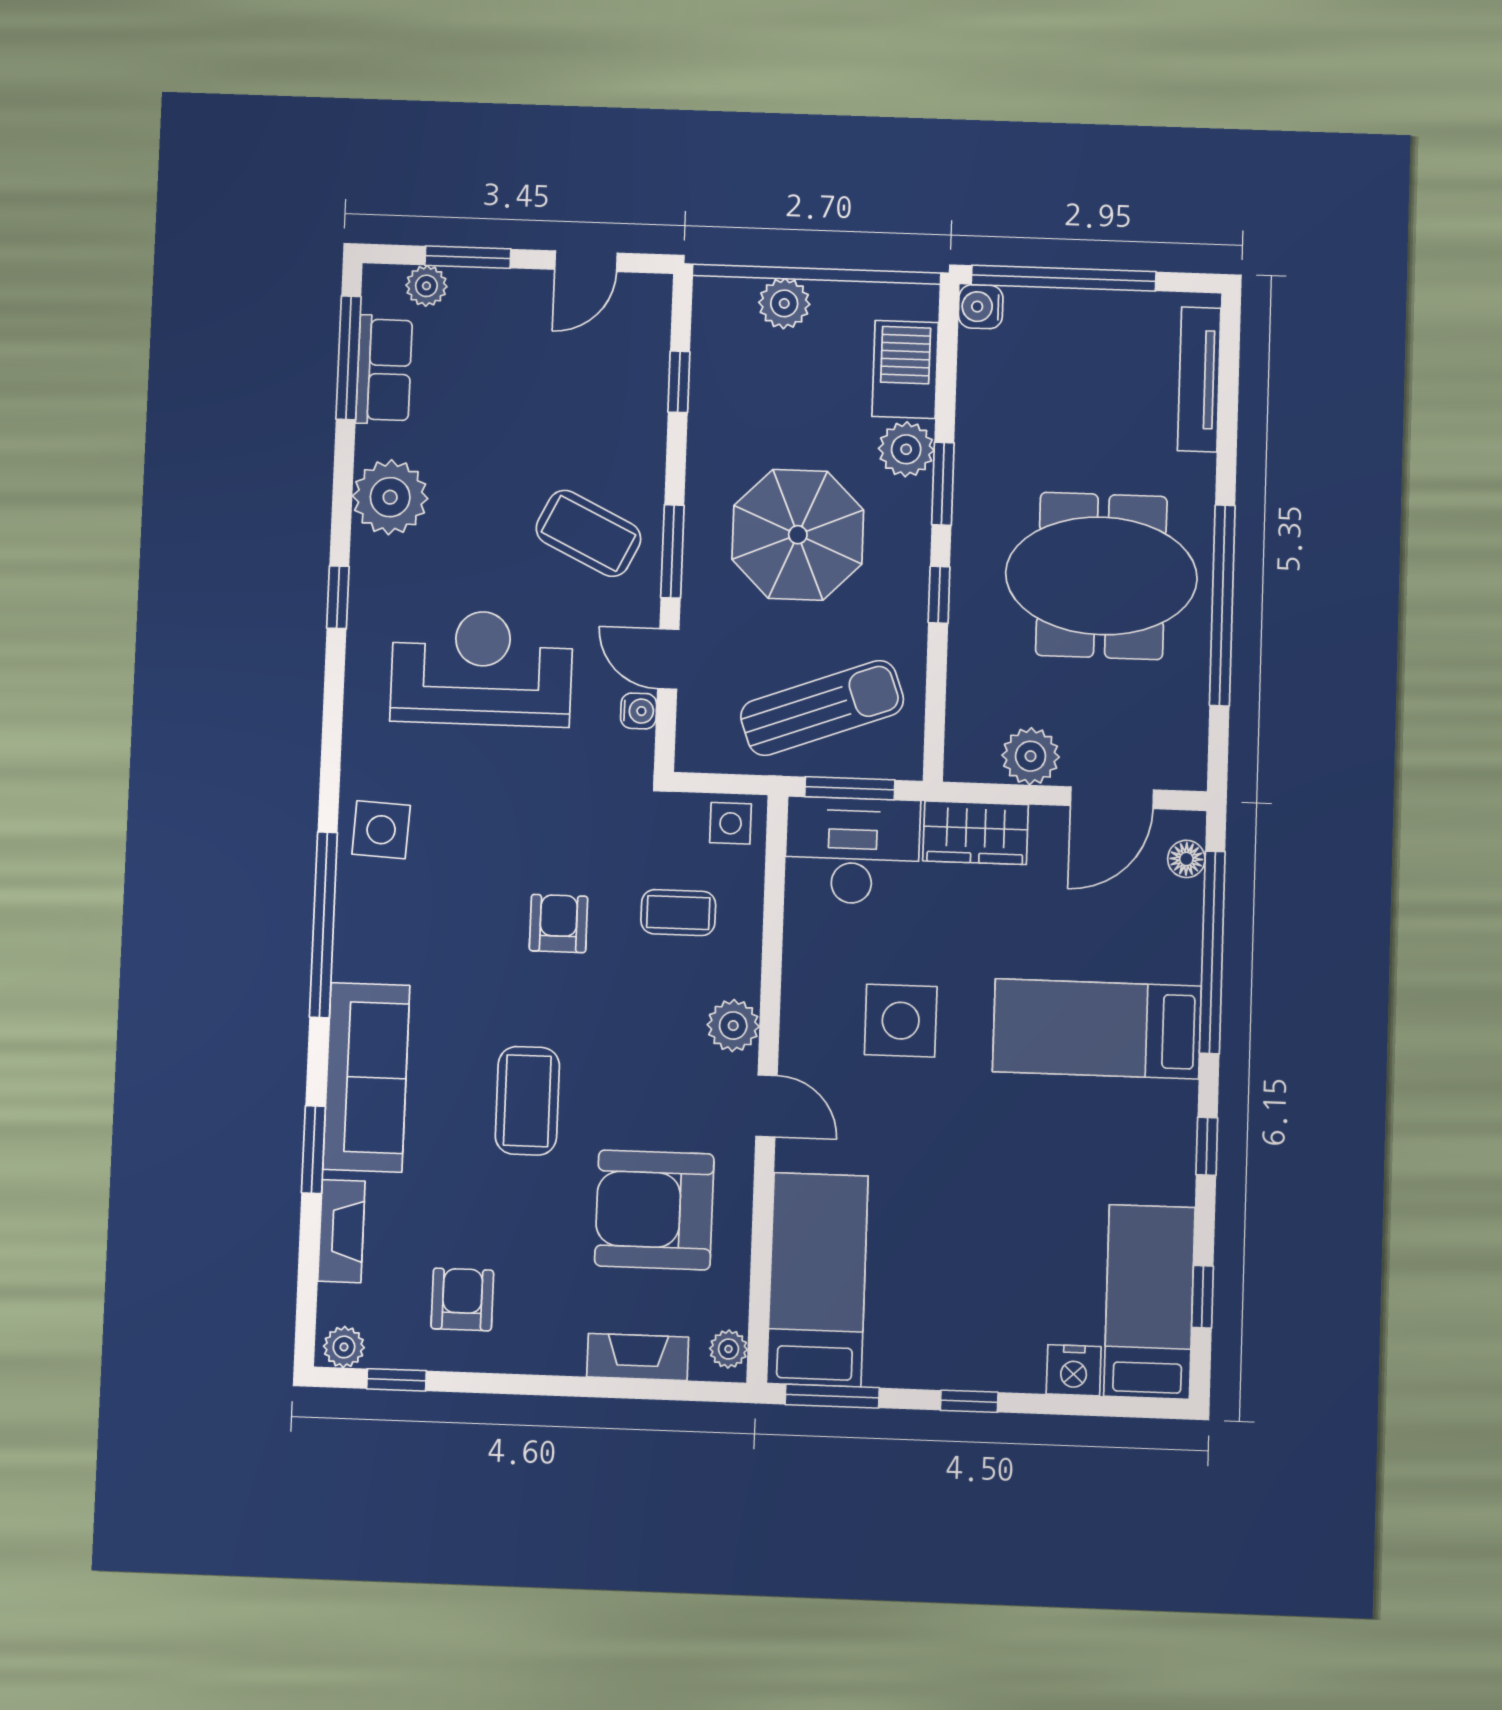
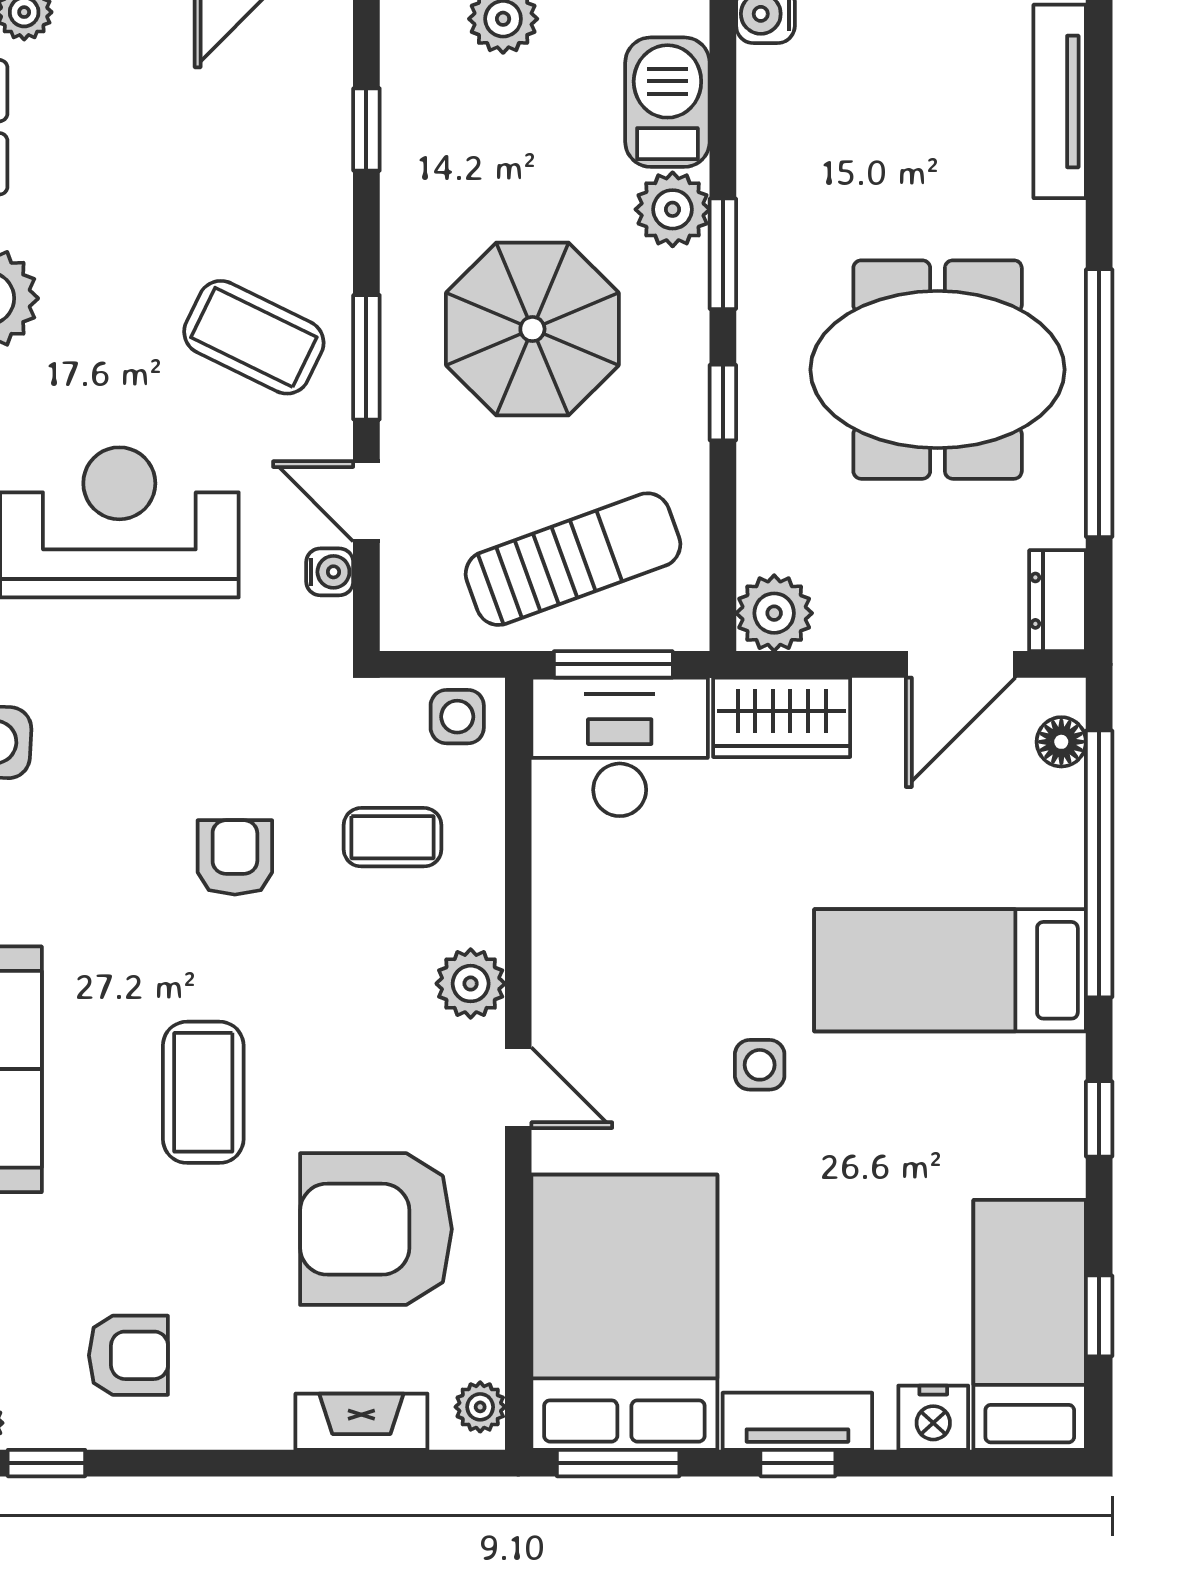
dresser: (1187, 752) -> (1058, 601), added
plant: (1031, 756) -> (774, 613), moved
side table: (901, 1021) -> (760, 1065), moved, width x0.54, depth x0.54
bed: (817, 1280) -> (624, 1312), width x1.50
armchair: (462, 1299) -> (128, 1355), turned 90
tv unit: (970, 1369) -> (797, 1421), added

